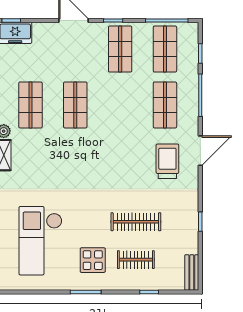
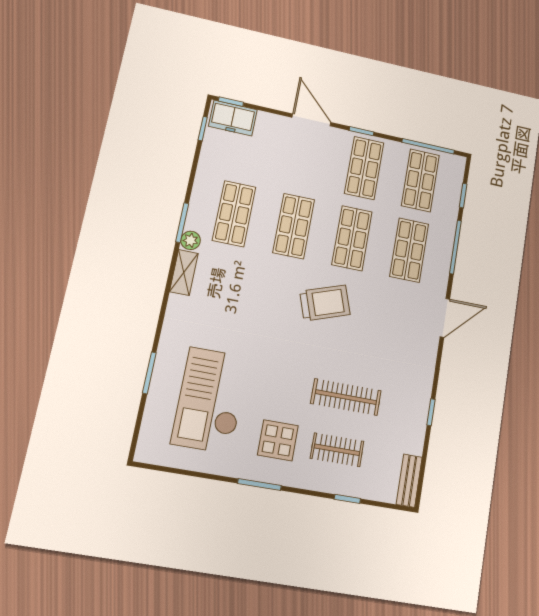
shop shelf: (120, 105) -> (352, 238), added
trolley: (167, 161) -> (325, 303), moved, turned 71

